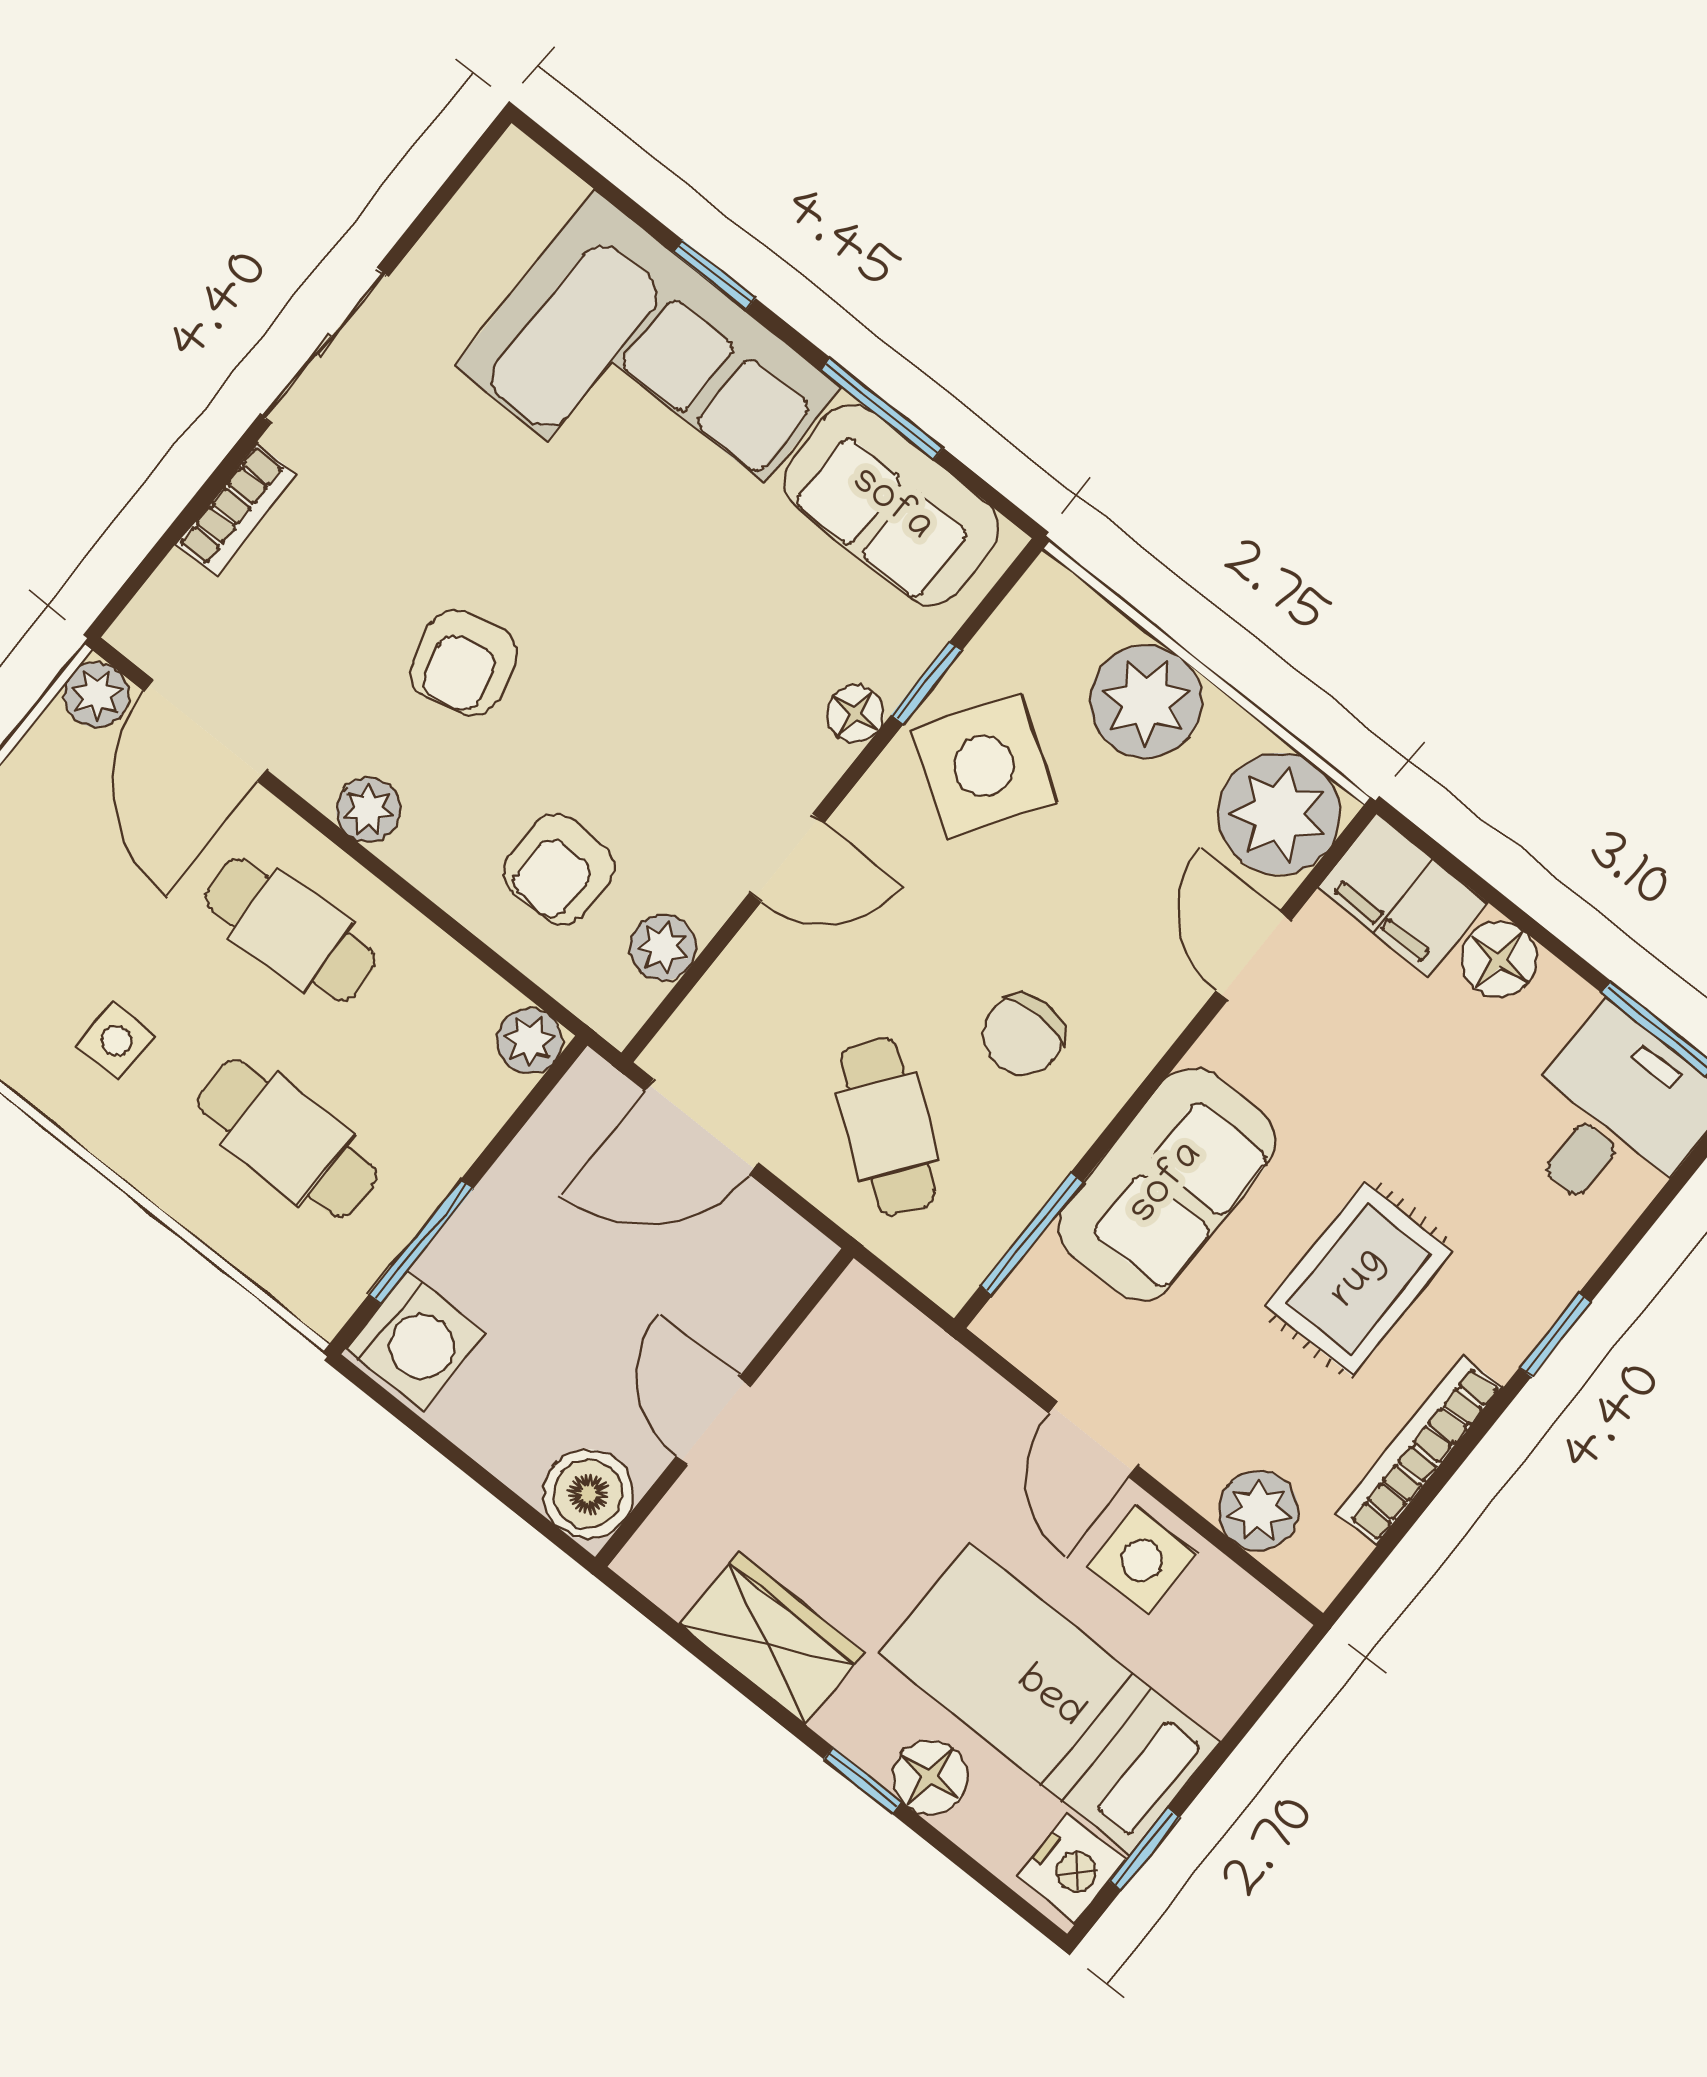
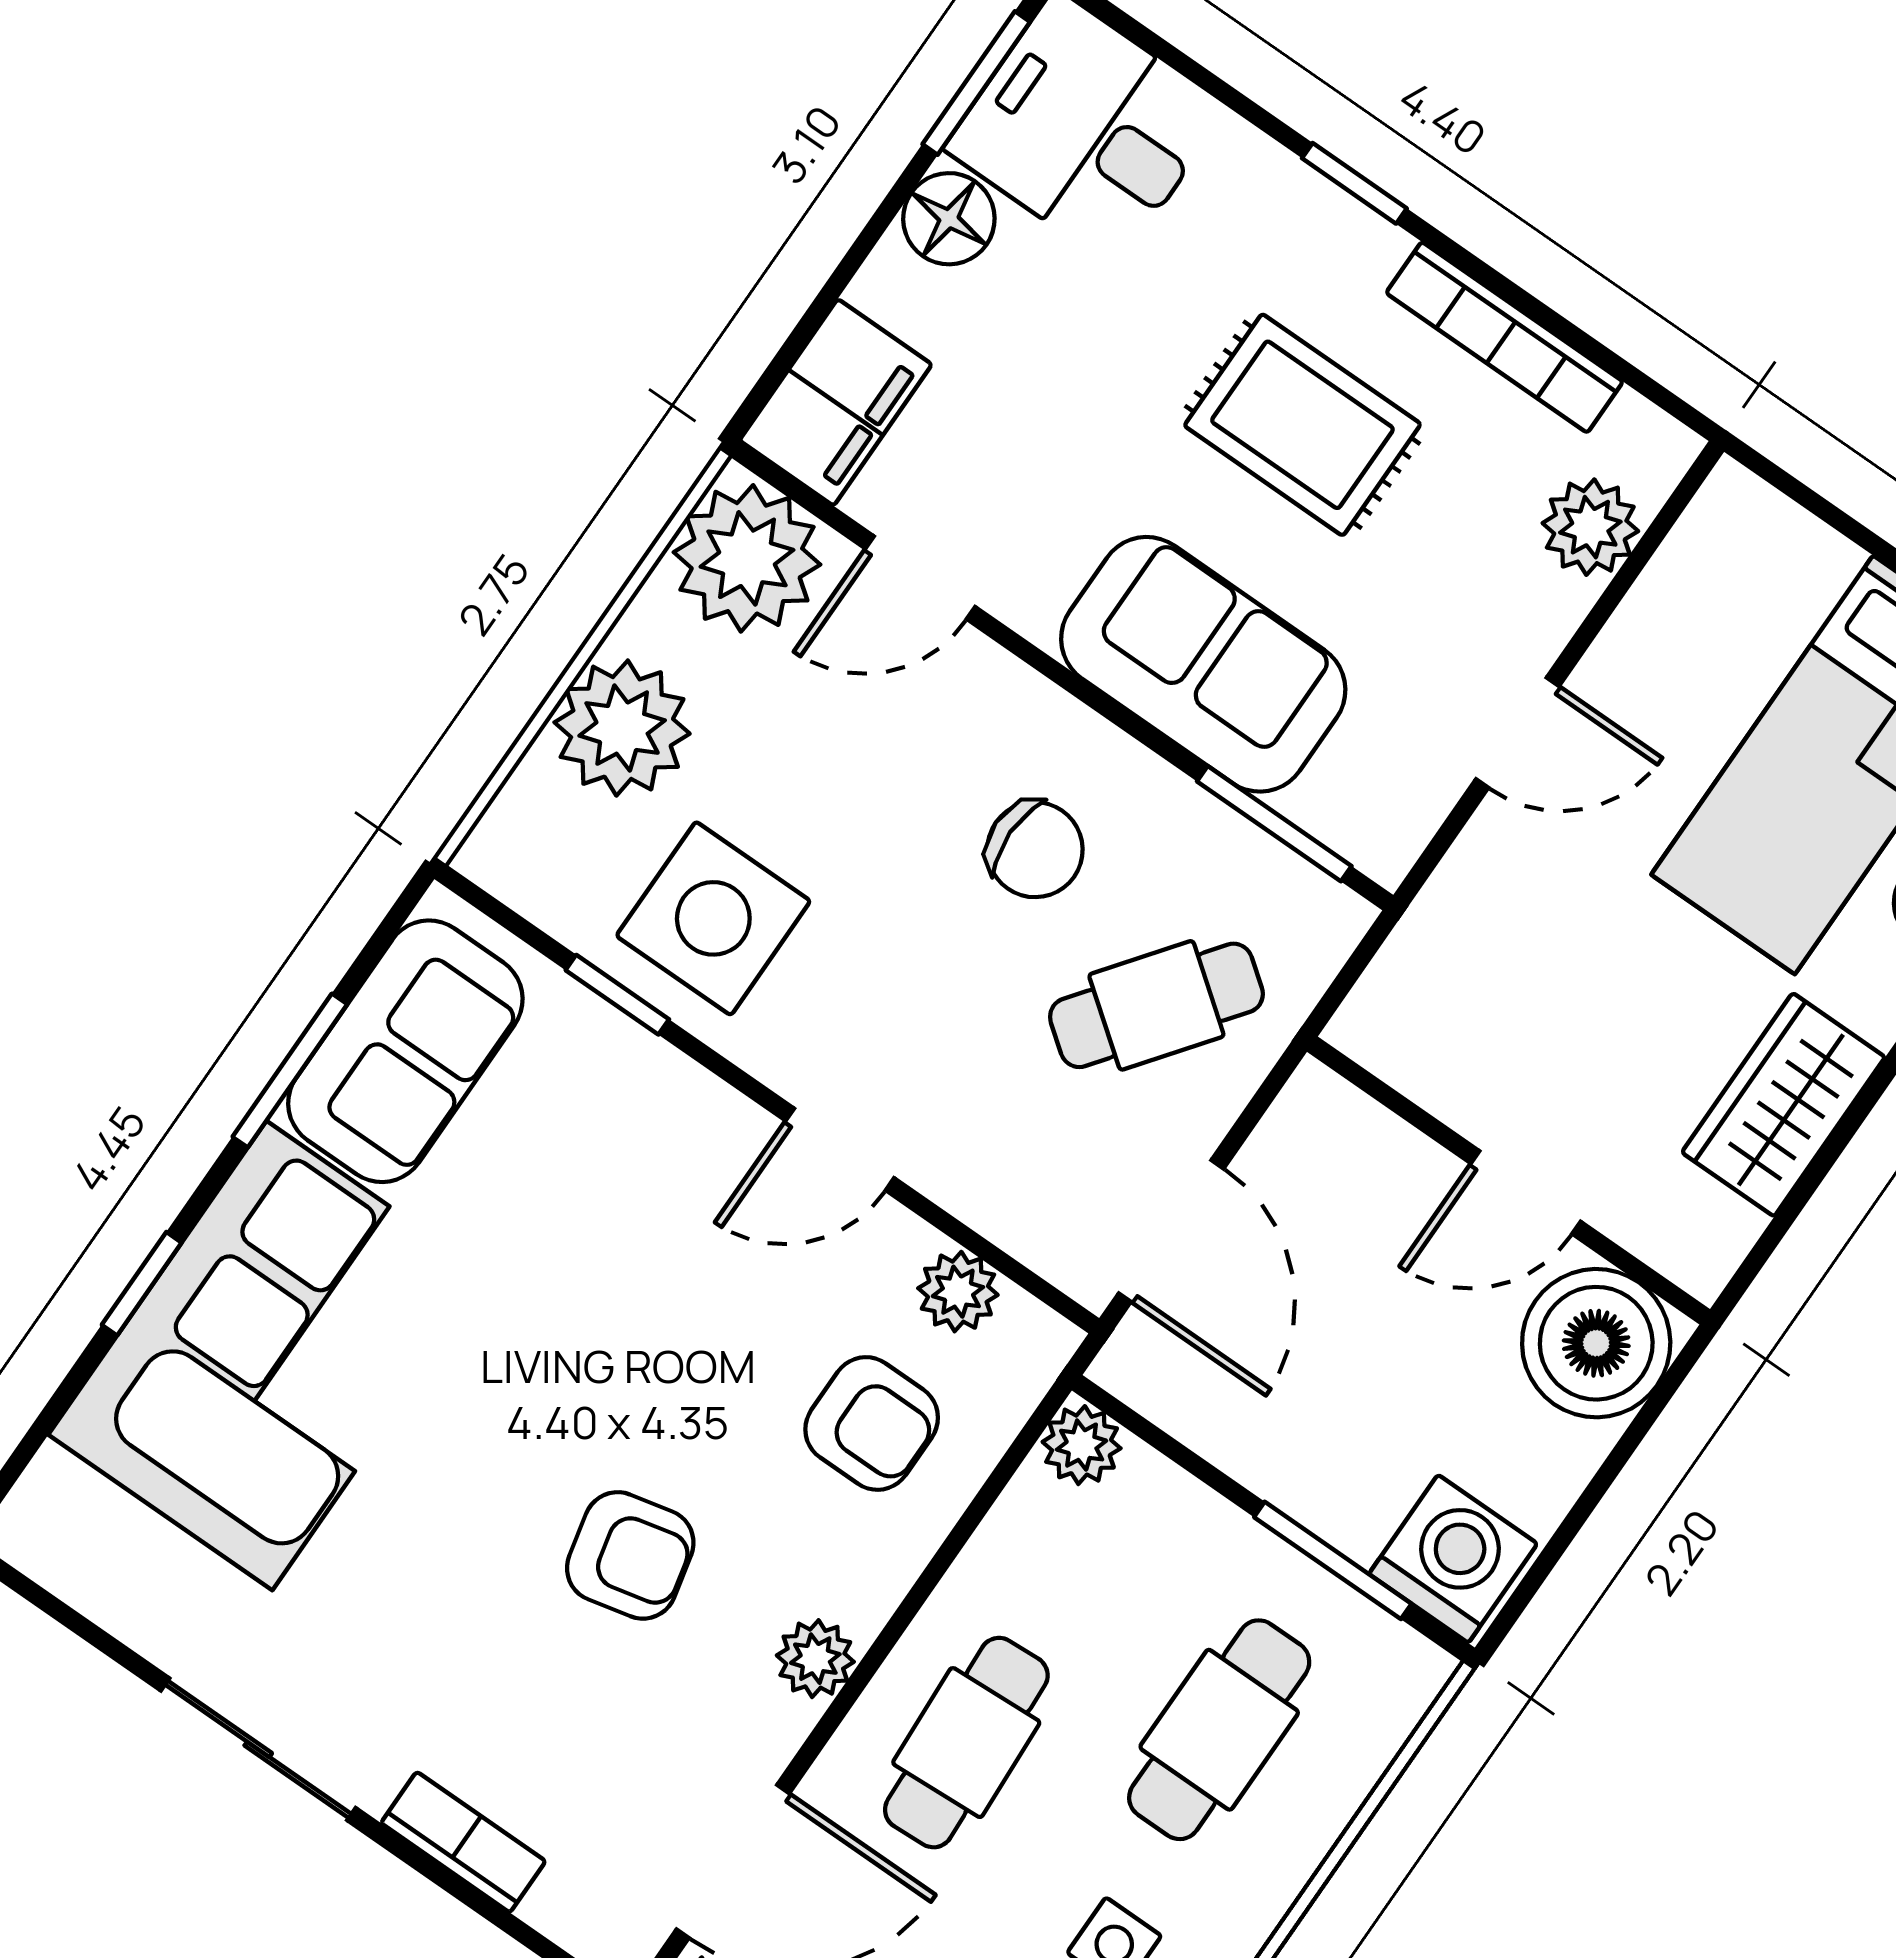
floor lamp: (855, 714) -> (661, 1078), removed
side table: (984, 766) -> (713, 918), turned -33
door: (787, 858) -> (840, 1149), swing flipped
floor lamp: (1499, 960) -> (949, 219), moved
boiler: (588, 1494) -> (1596, 1343), width x1.37, depth x1.37
side table: (1142, 1560) -> (1659, 664), removed

